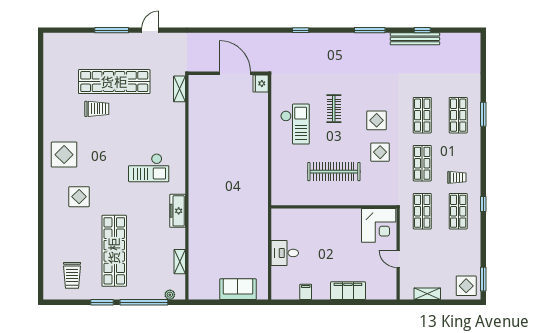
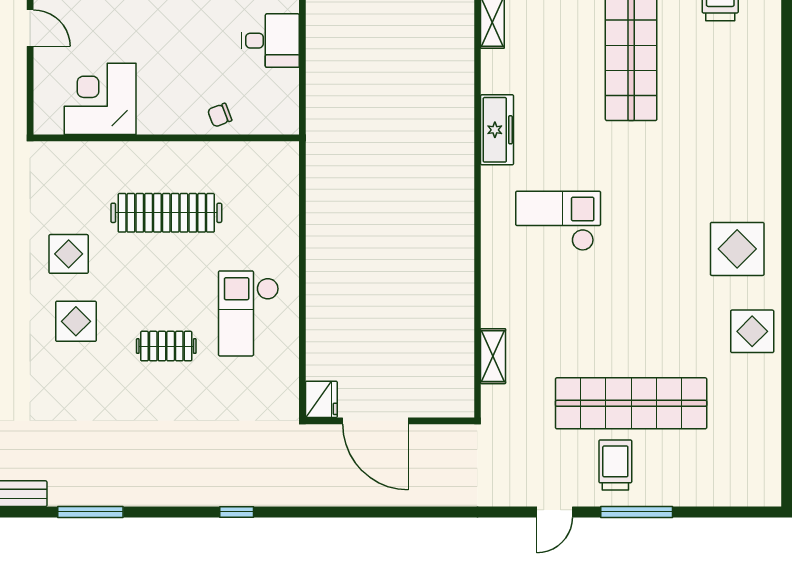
shelving: (179, 89) -> (493, 356), moved
trolley: (97, 109) -> (615, 465), moved, turned 90
clothes rail: (334, 109) -> (166, 346), turned 90
display table: (79, 197) -> (752, 331), moved
chair: (309, 218) -> (220, 115), added
corner desk: (379, 225) -> (100, 99), moved

